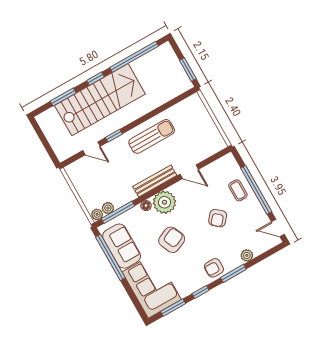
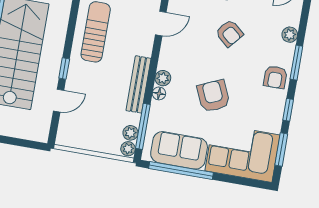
bench: (155, 181) -> (139, 84), moved
plant: (164, 202) -> (163, 78), width x0.53, depth x0.53

